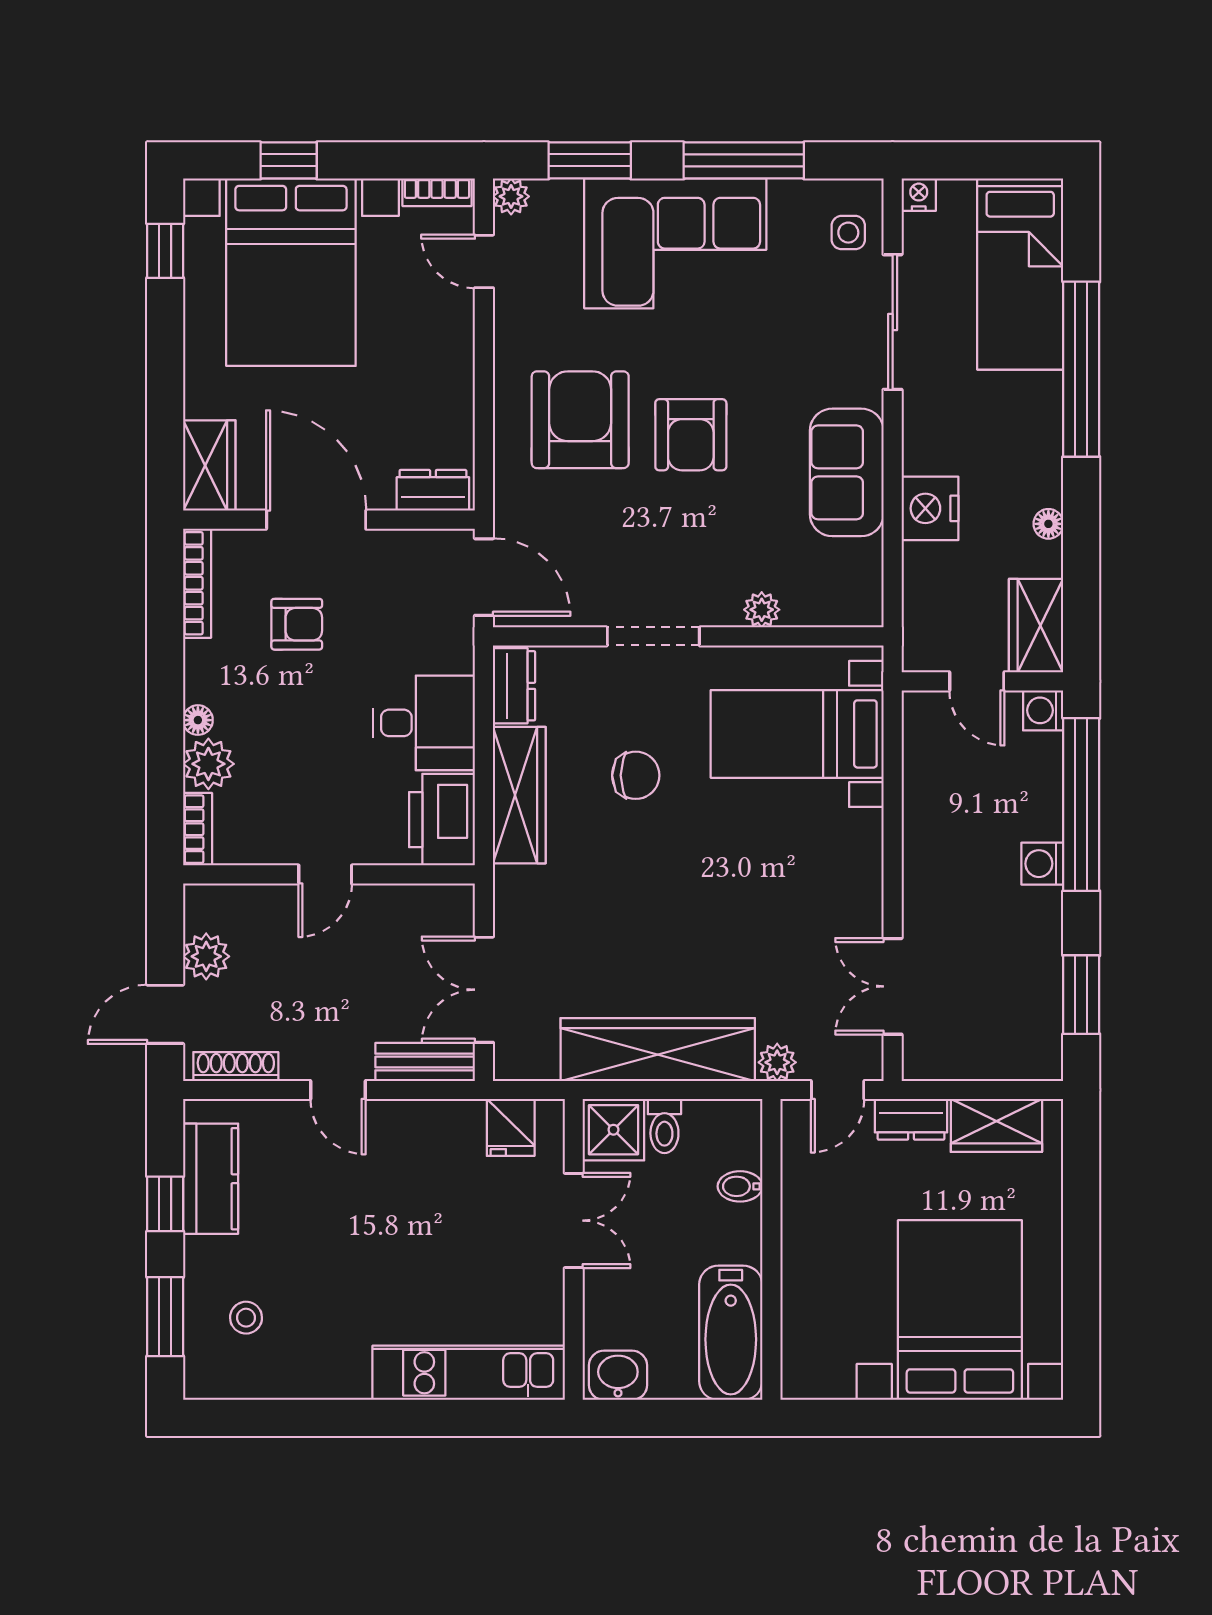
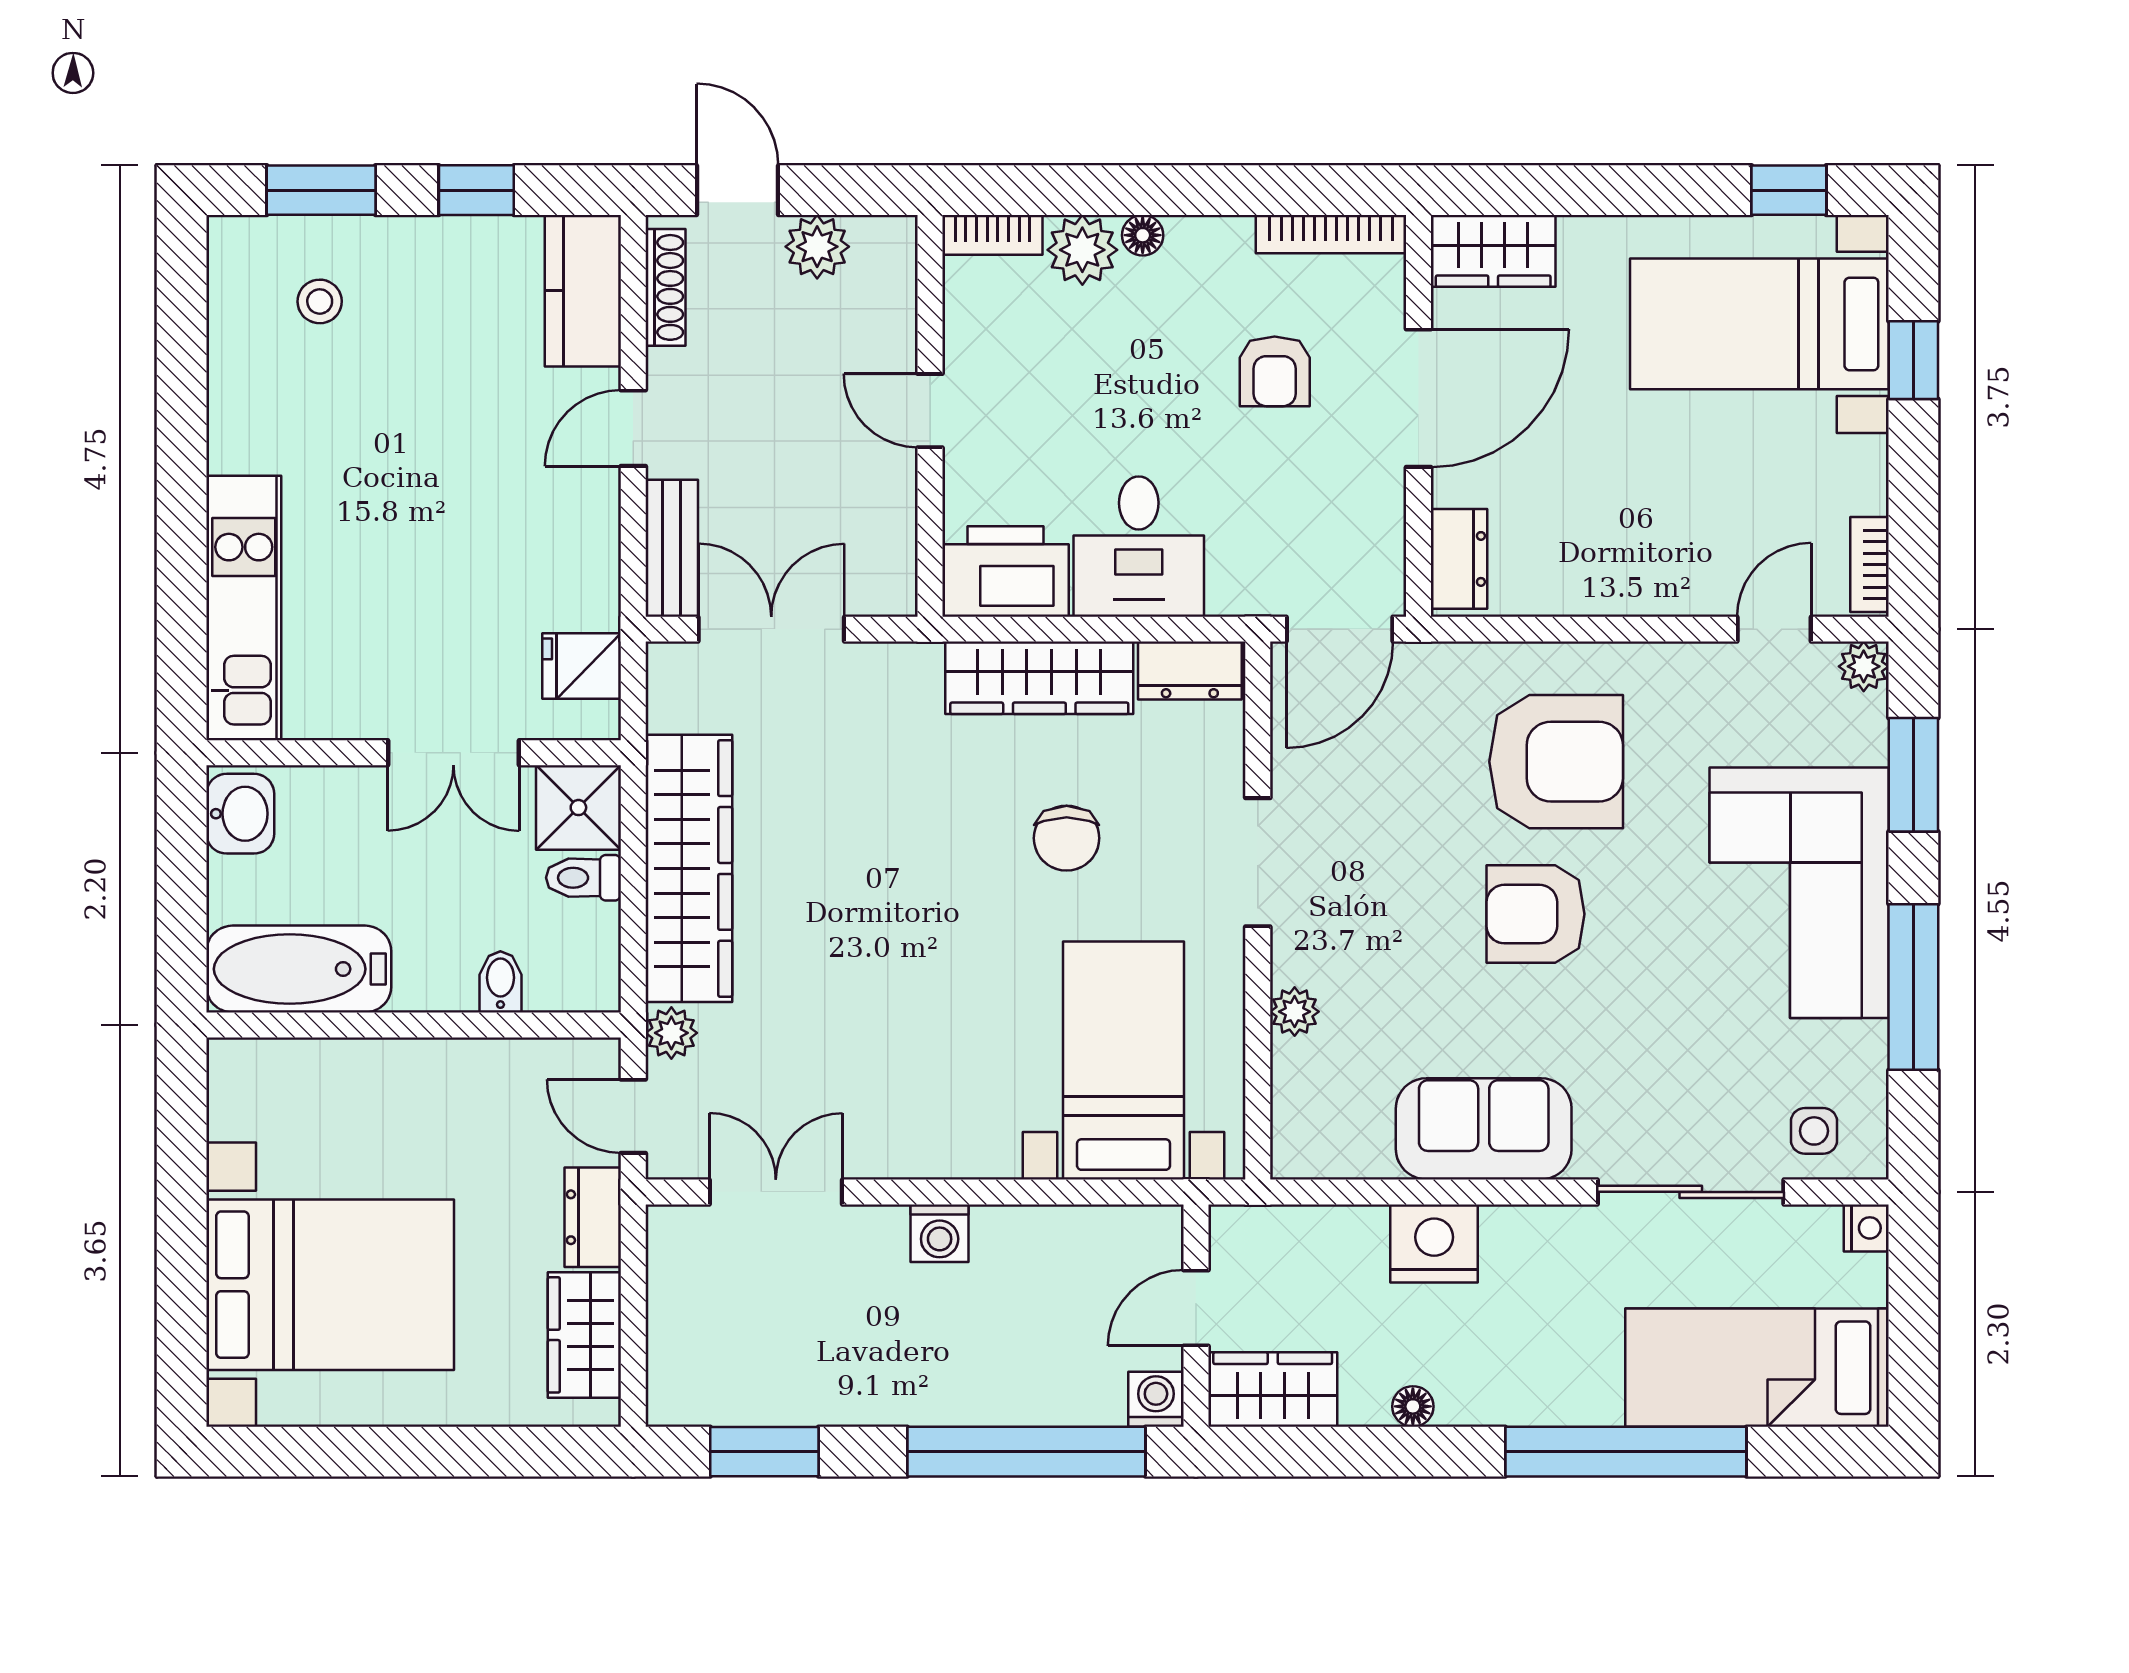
bed with nightstands: (291, 272) -> (1759, 324), width x0.73
washing machine: (1042, 864) -> (940, 1233), moved, turned 180
kitchen counter: (211, 1179) -> (583, 291), moved, turned 90

